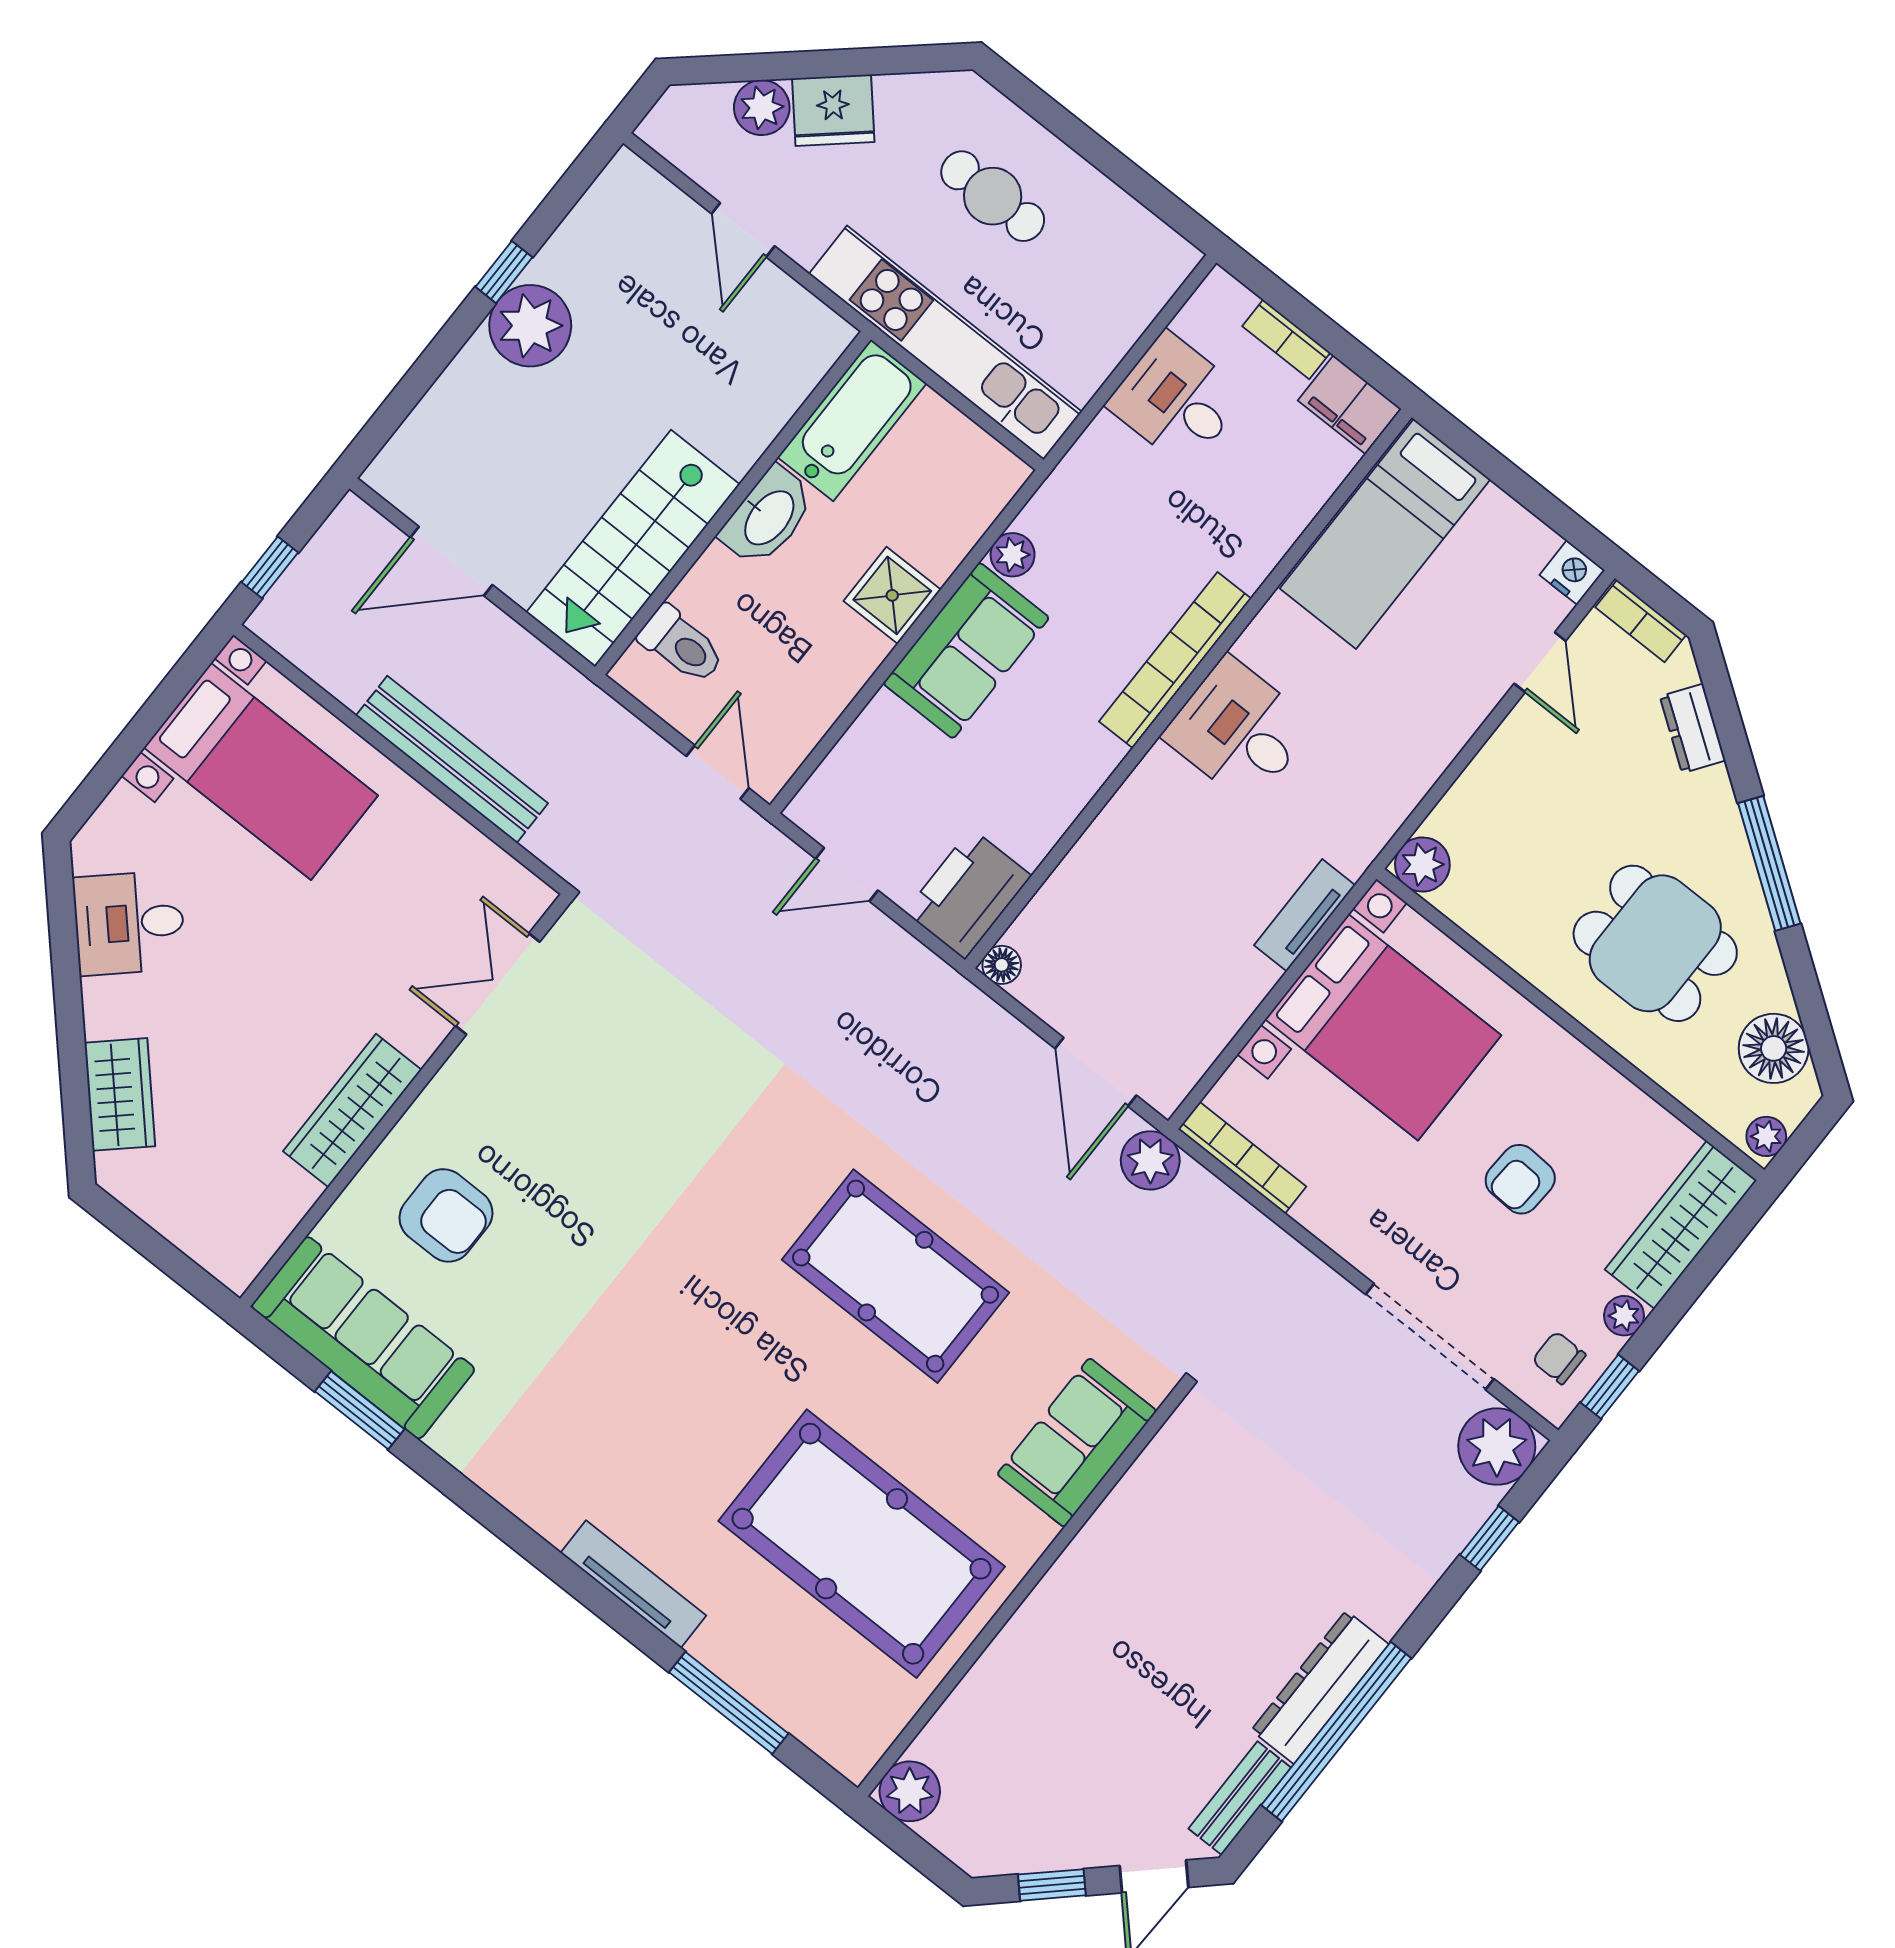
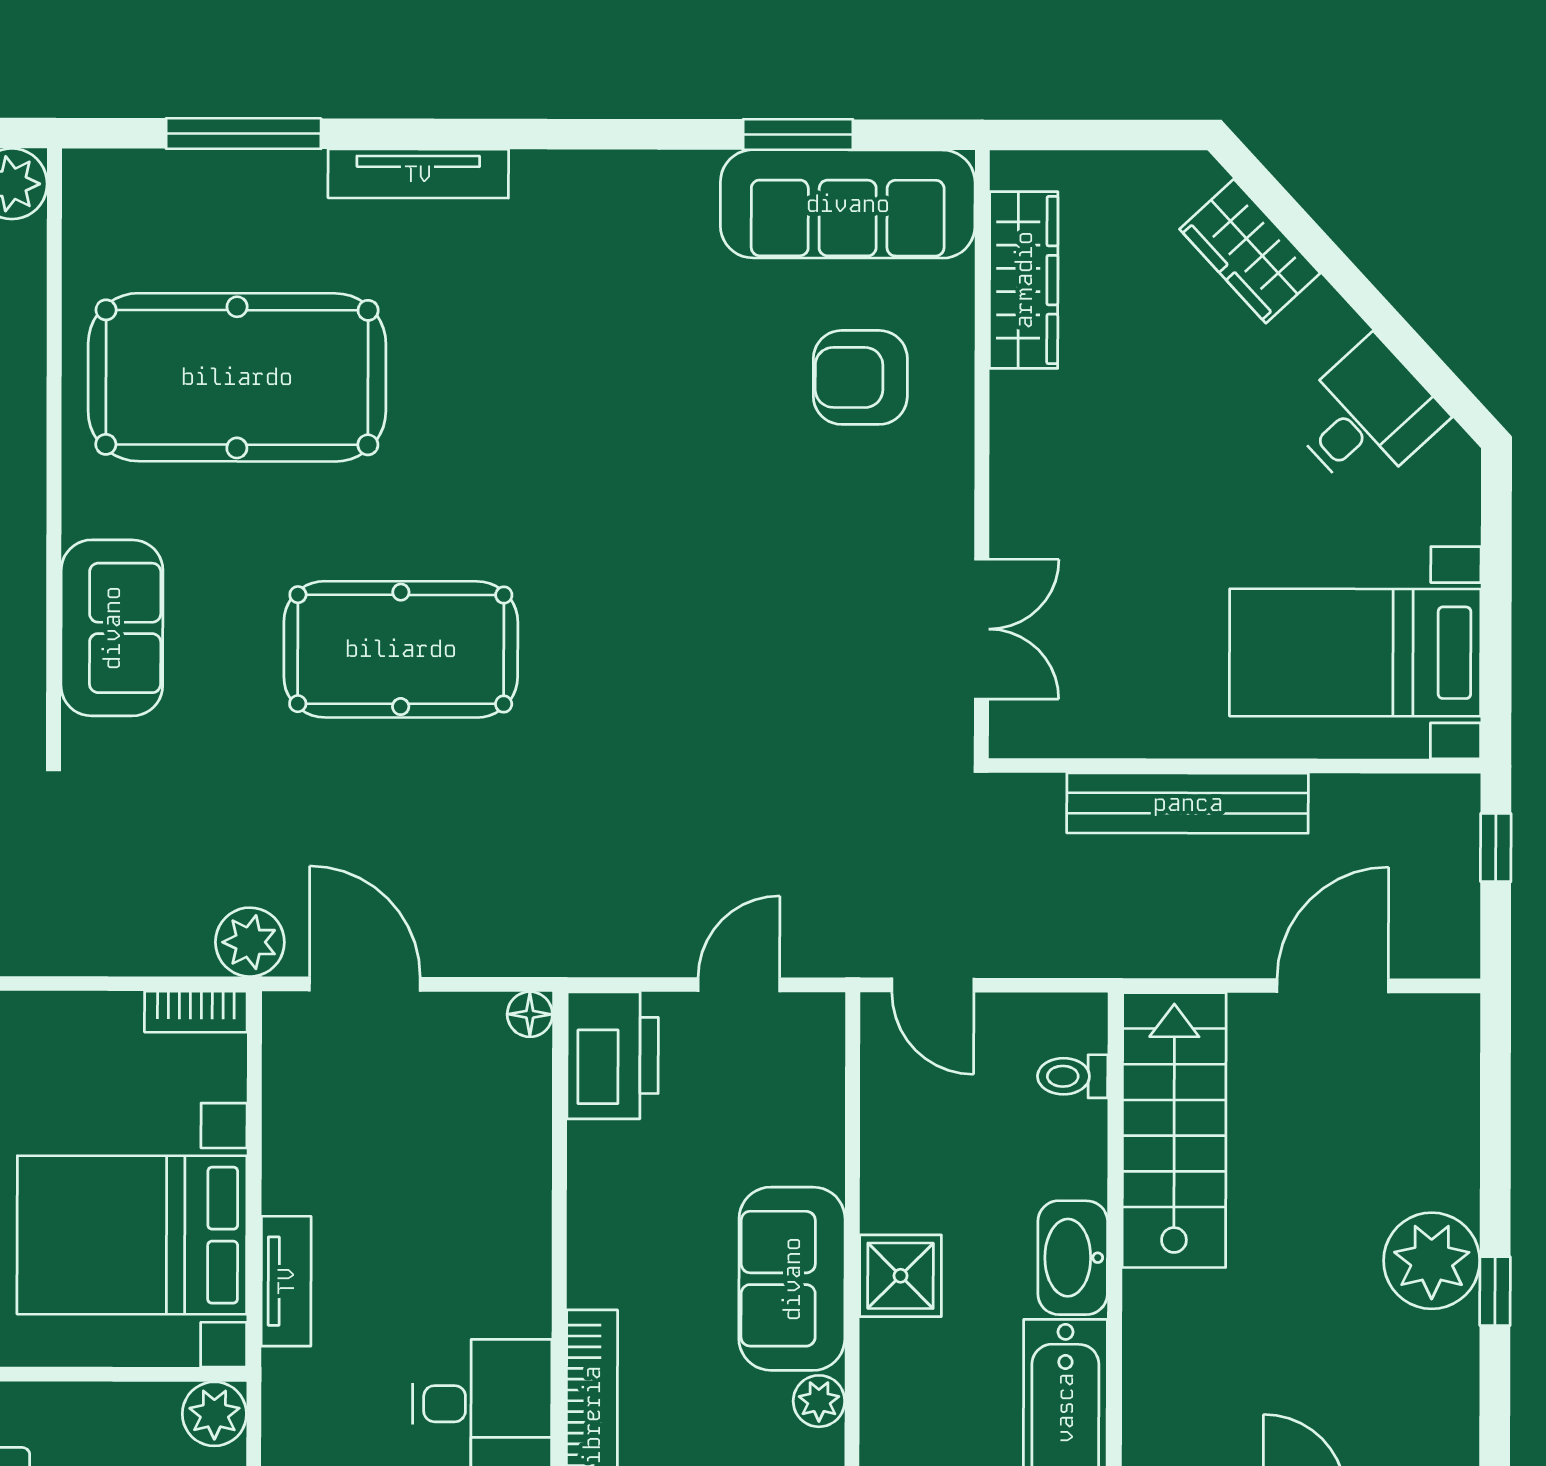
toilet: (681, 645) -> (1073, 1076), width x0.73, depth x0.72
wardrobe: (352, 1110) -> (1024, 280), moved
bookcase: (1242, 1158) -> (196, 1012), width x0.64

